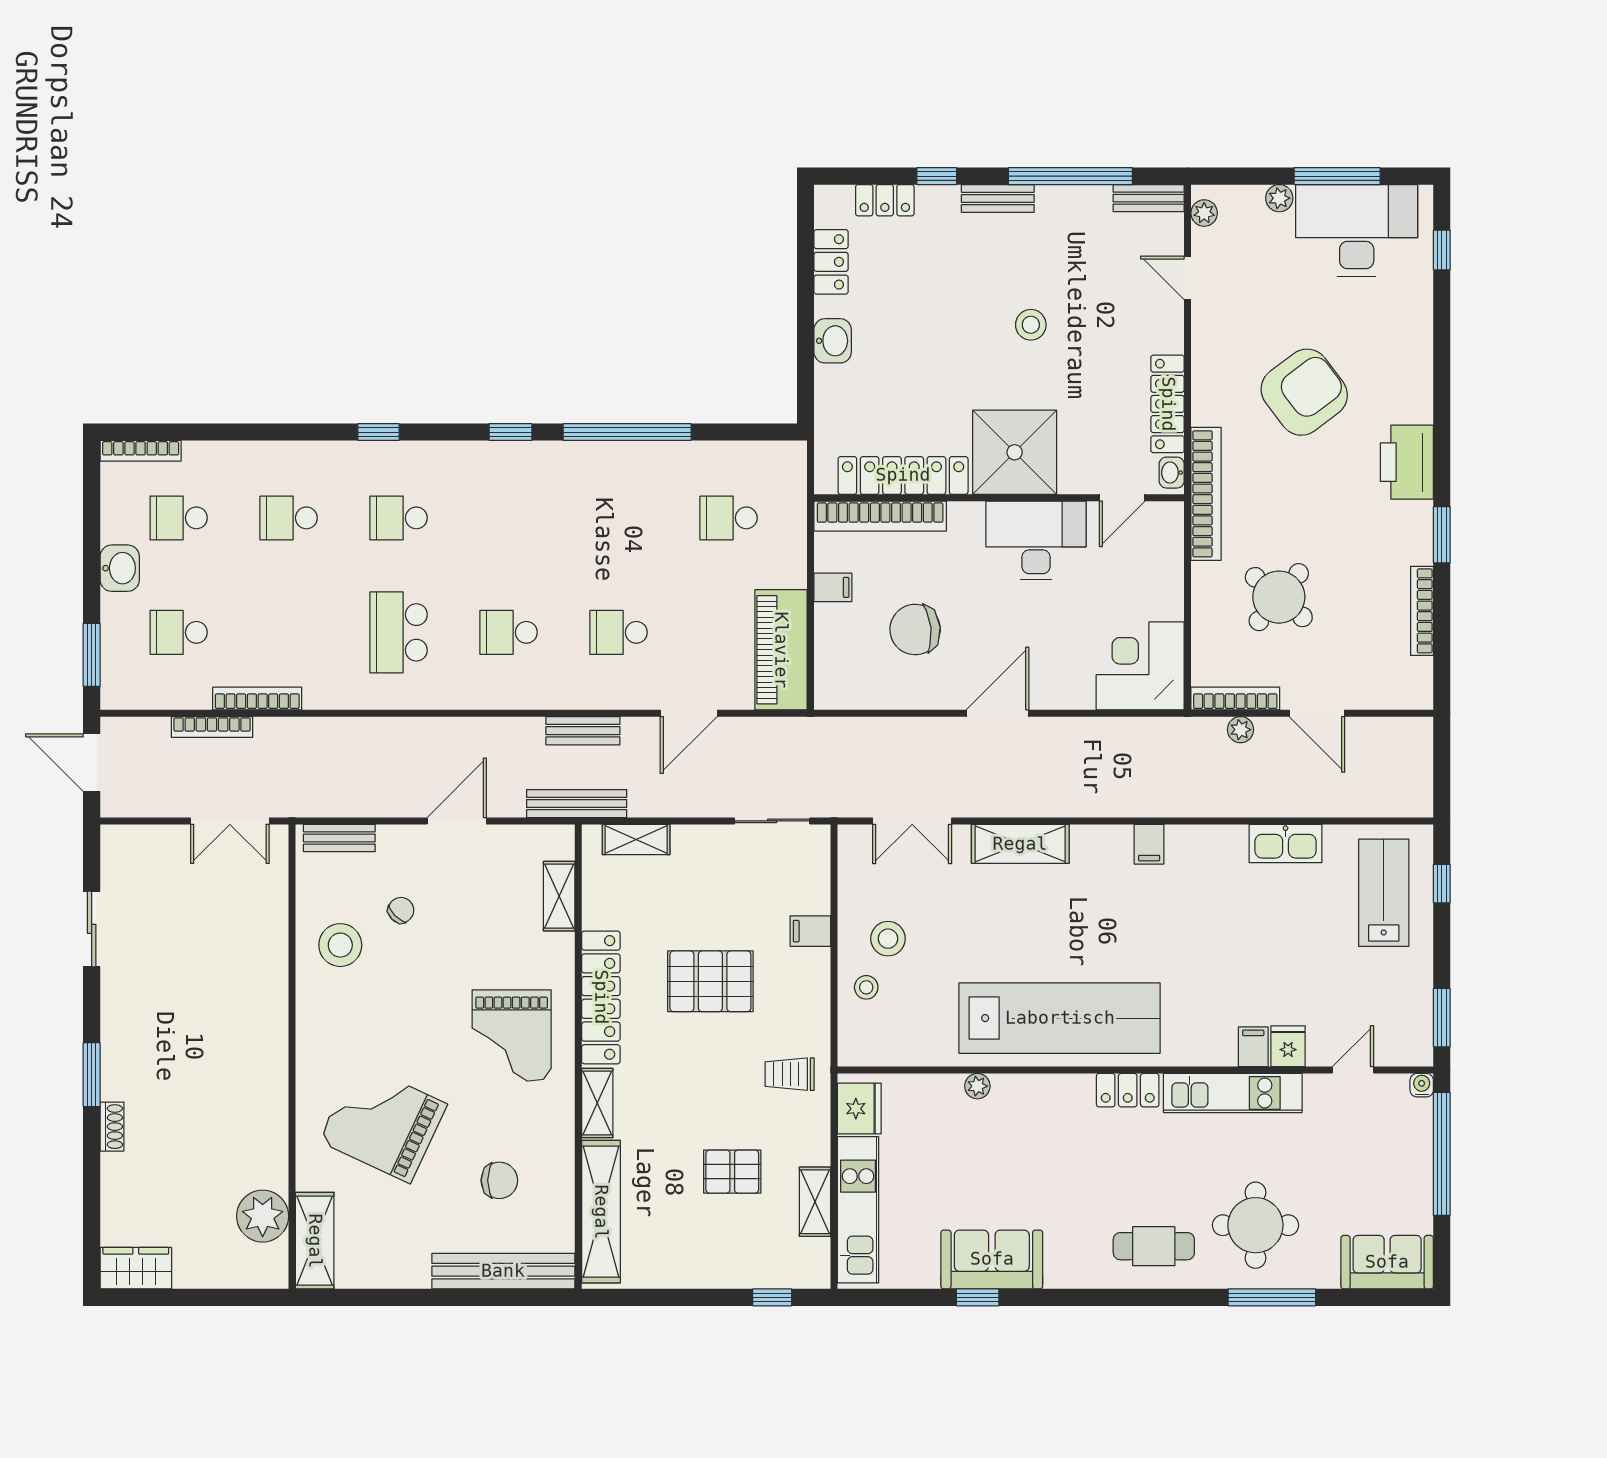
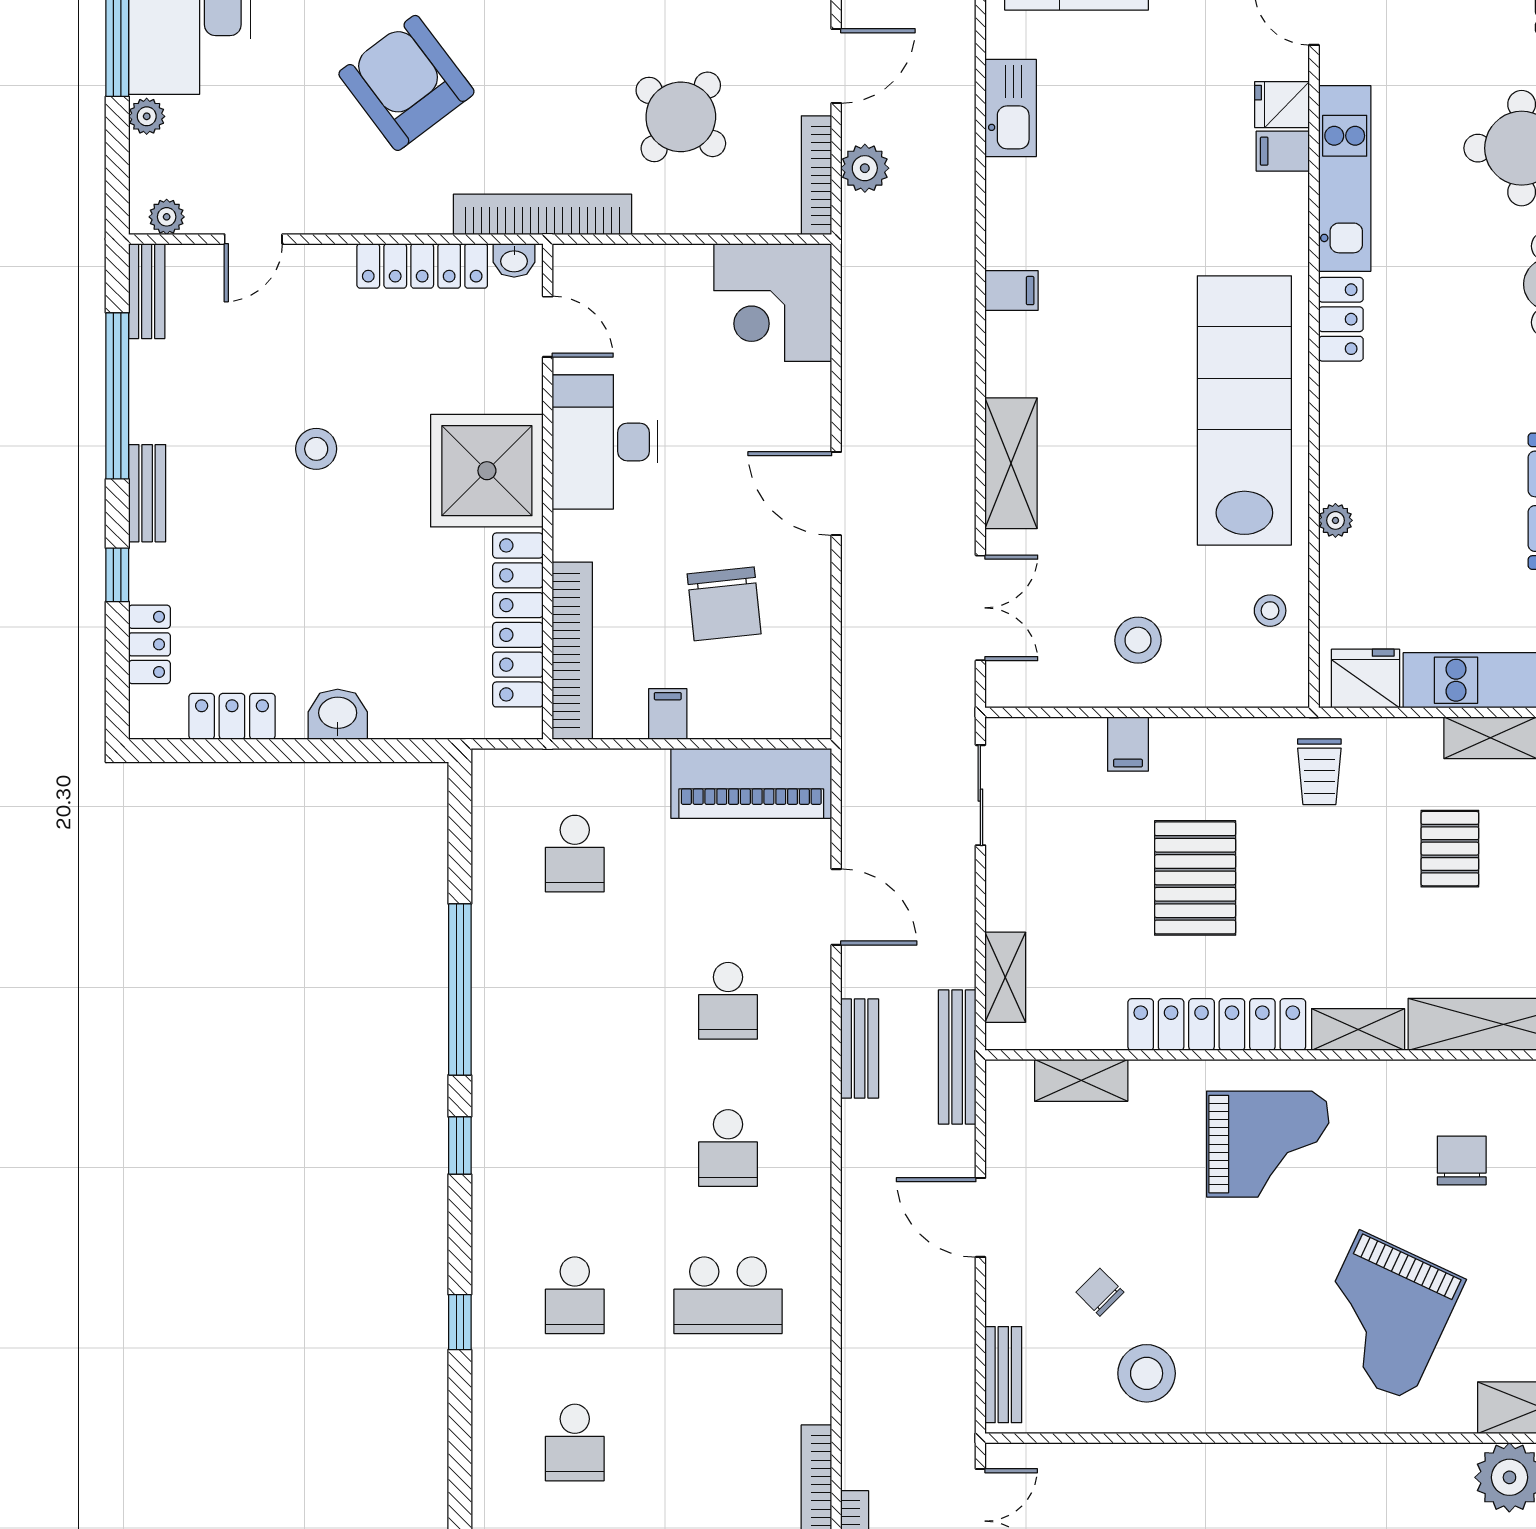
plant: (1241, 730) -> (865, 168), width x1.38, depth x1.38
stool: (866, 987) -> (1270, 611), moved

